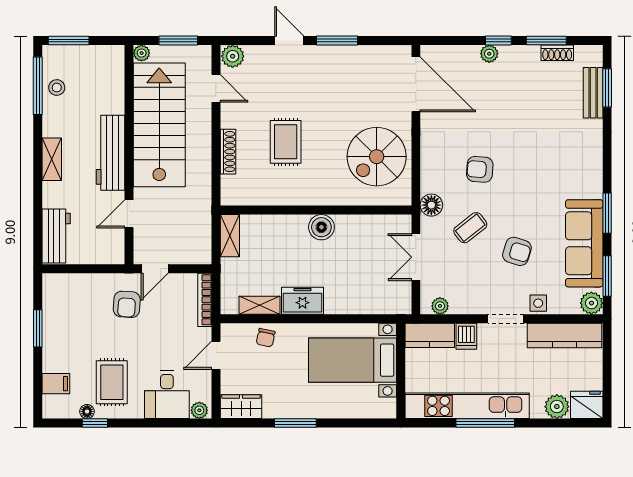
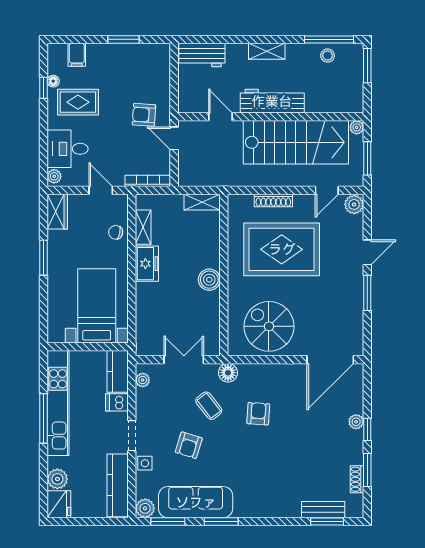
rug: (286, 142) -> (282, 249), width x1.86, depth x2.06

